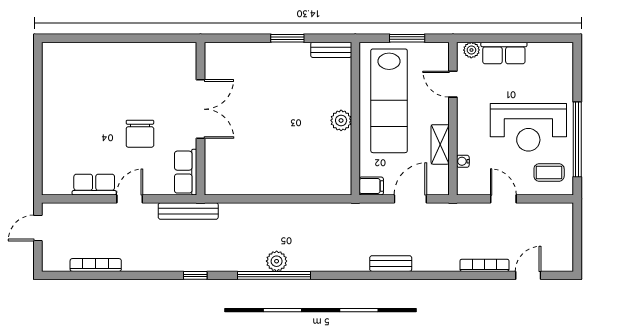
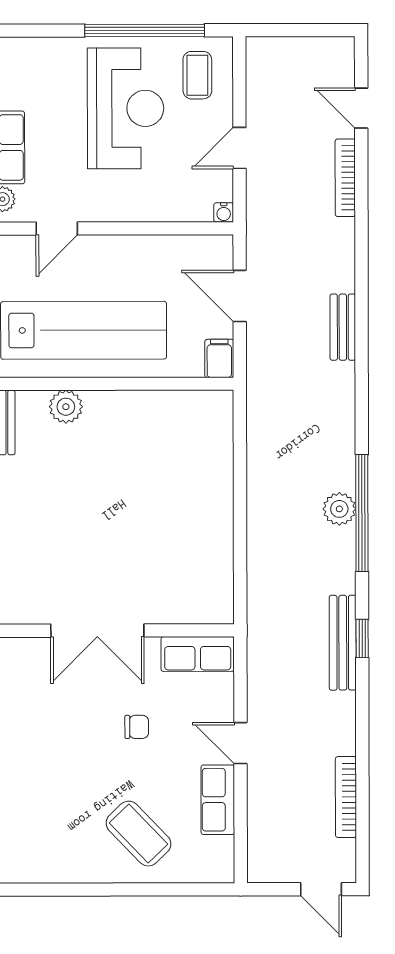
double door: (200, 109) -> (97, 631), swing flipped
plant: (341, 120) -> (66, 407), moved
chair: (140, 134) -> (137, 727), width x0.54, depth x0.54
coffee table: (73, 135) -> (138, 834), added
shelving: (440, 144) -> (153, 249), removed
water cooler: (463, 161) -> (224, 212), moved
bench: (188, 211) -> (343, 643), moved
door: (38, 228) -> (321, 889), moved

